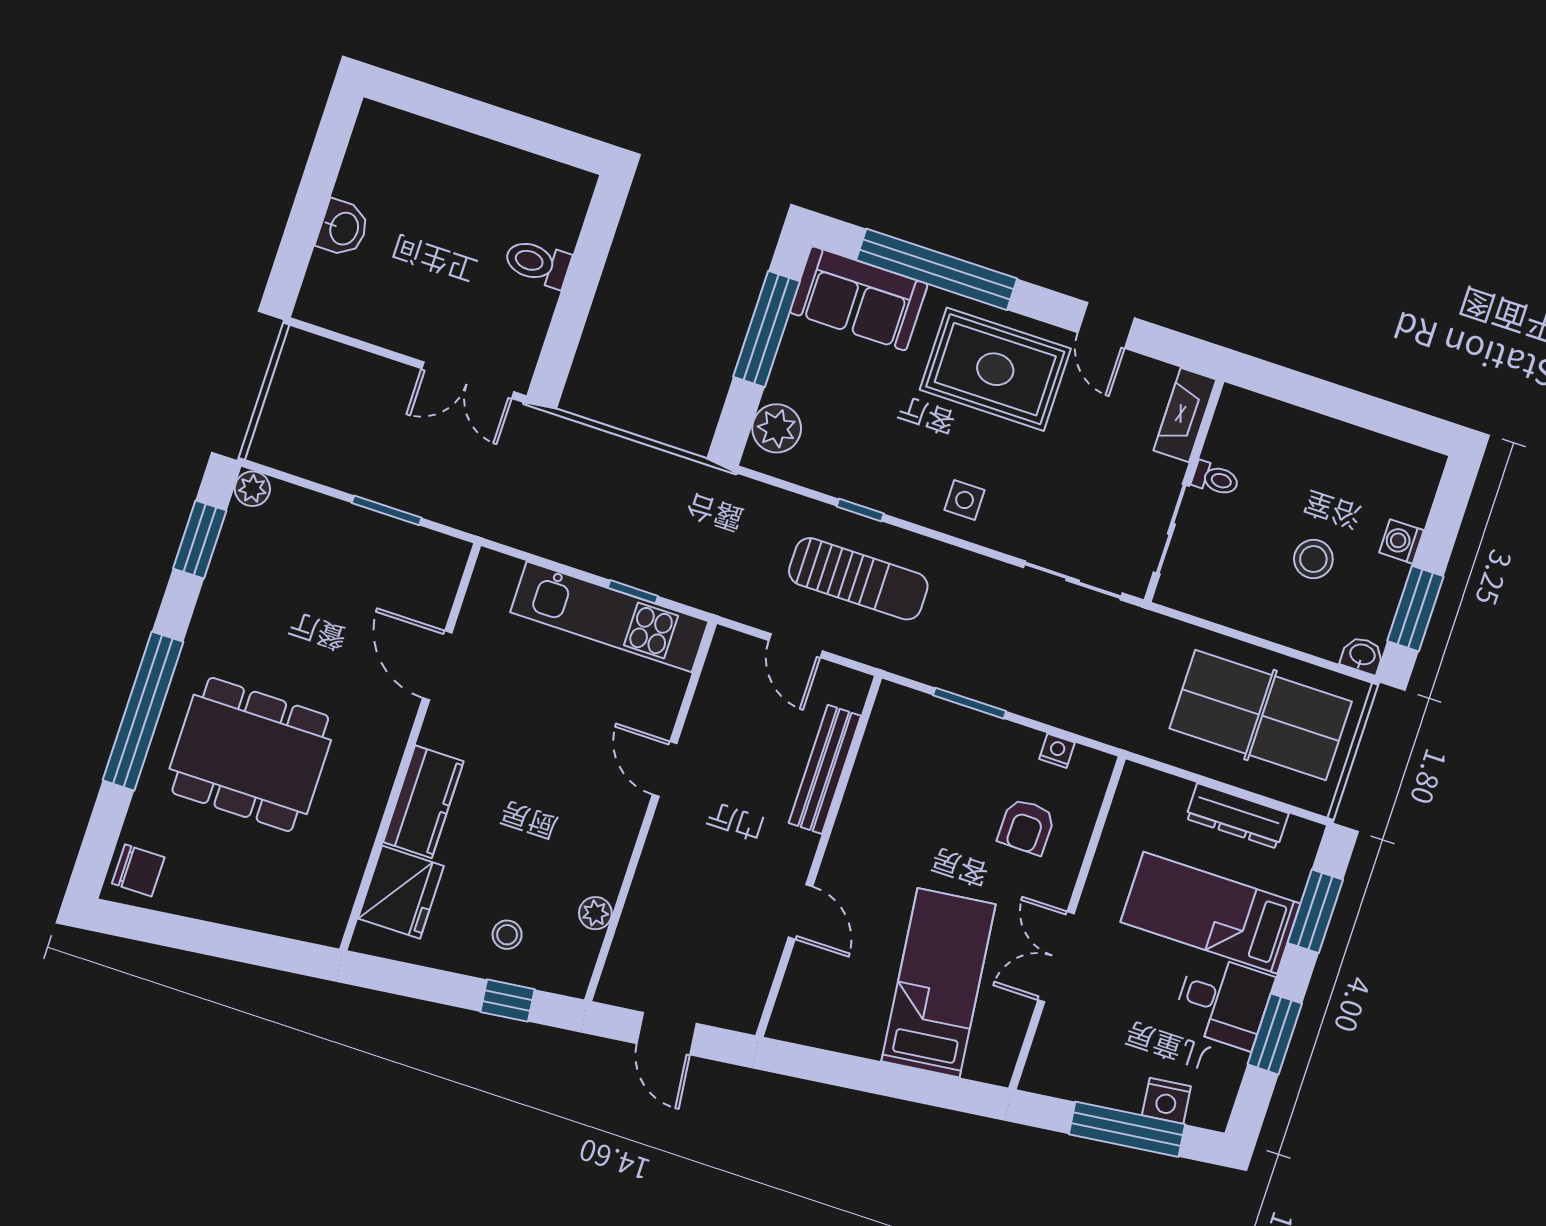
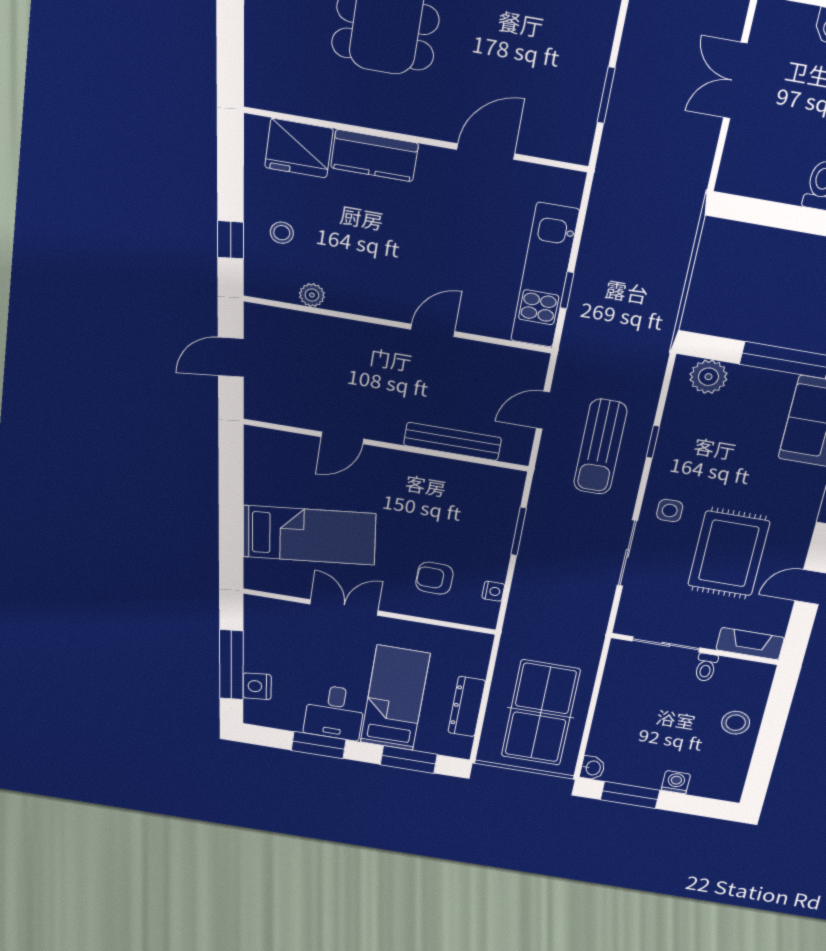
rug: (995, 369) -> (729, 553), moved
double door: (468, 380) -> (735, 81), moved
stool: (1313, 559) -> (736, 723), moved
sliding door: (1073, 580) -> (627, 553), moved

